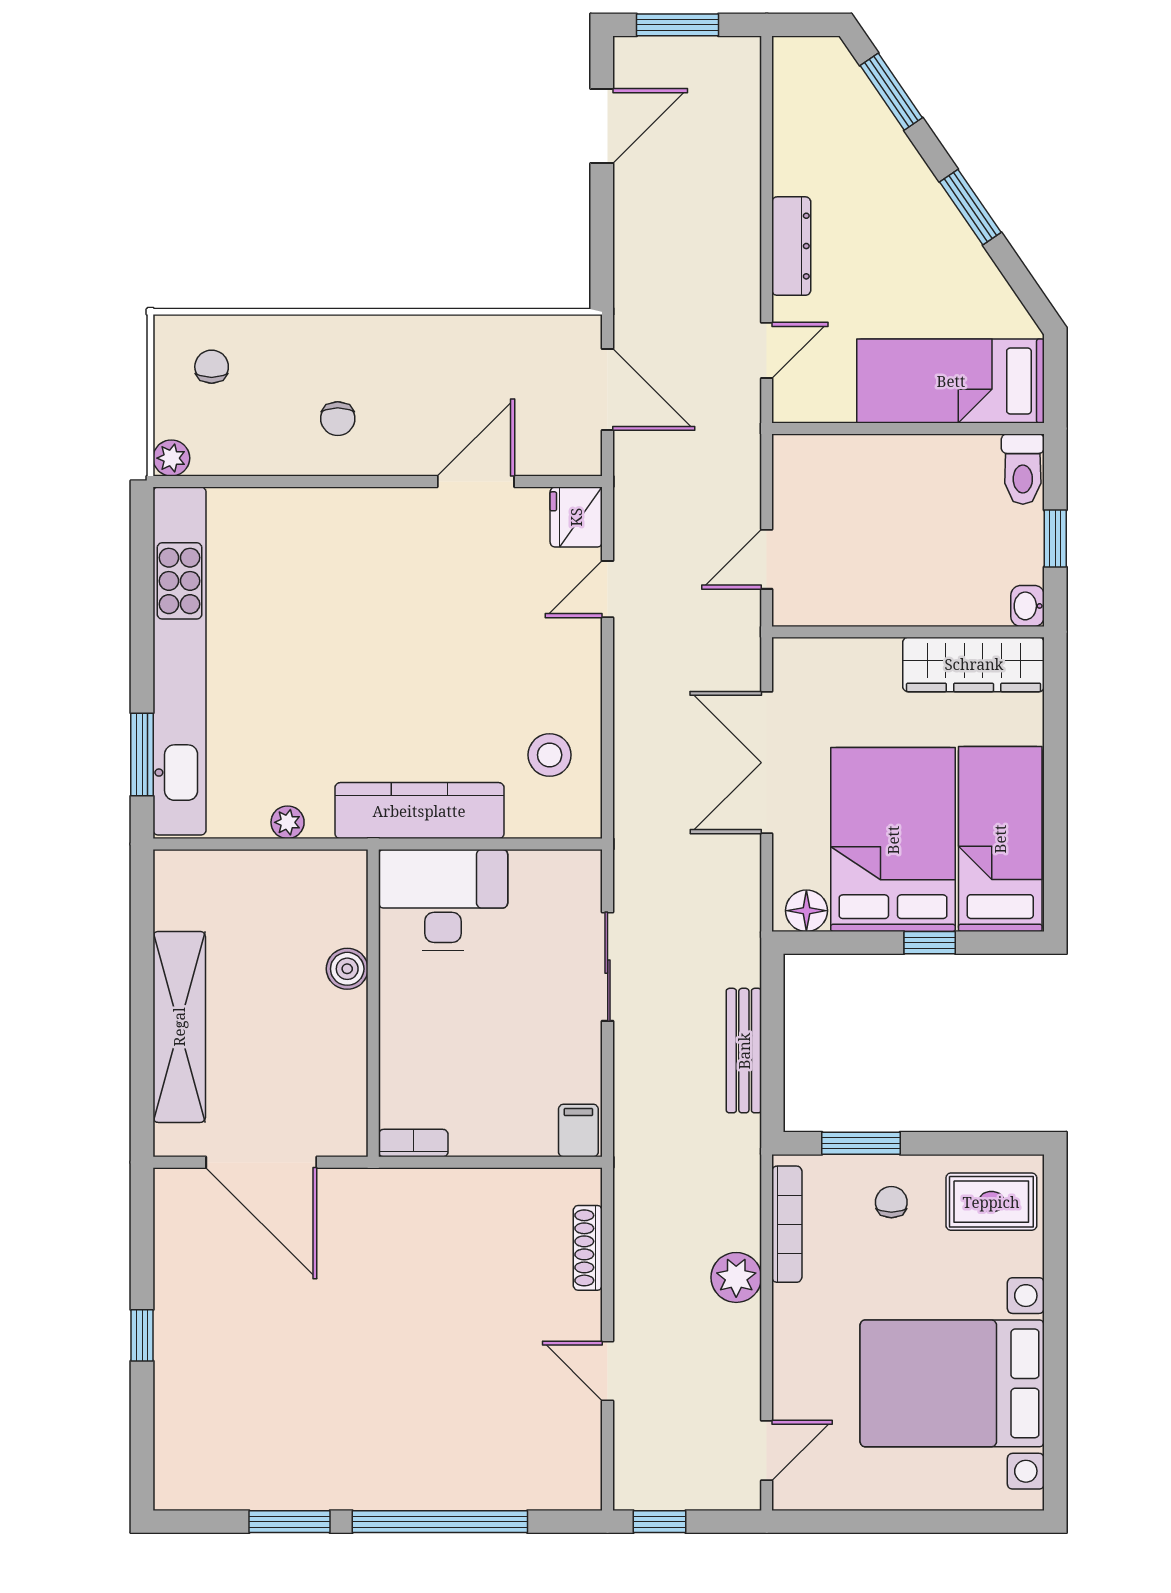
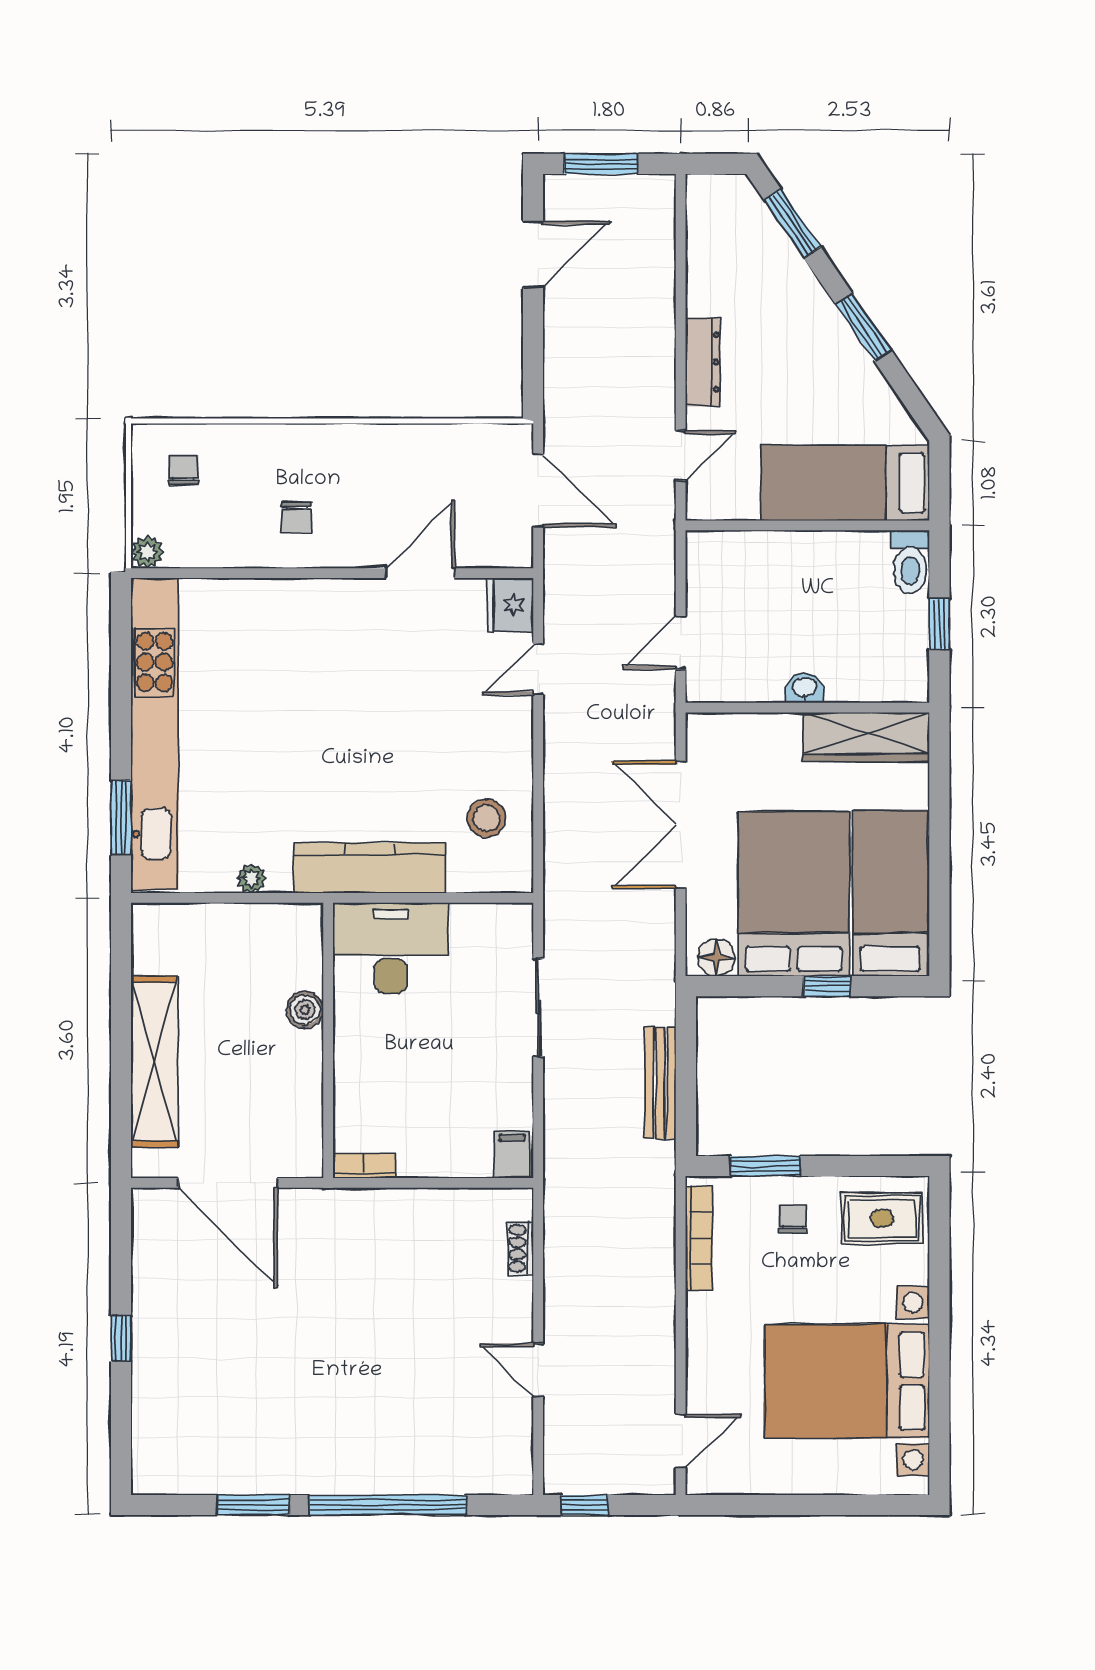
washbasin: (1028, 606) -> (805, 688), moved, turned 90
shoe rack: (588, 1248) -> (520, 1248), width x0.70
plant: (736, 1277) -> (653, 1286), removed

